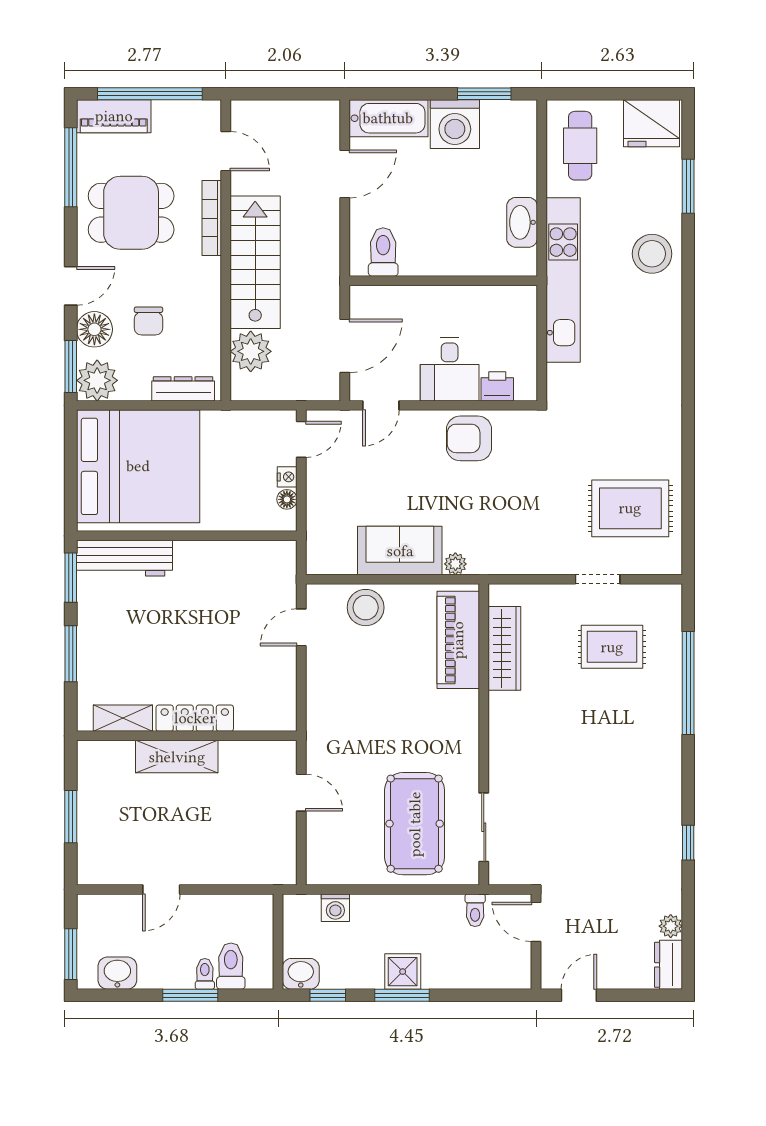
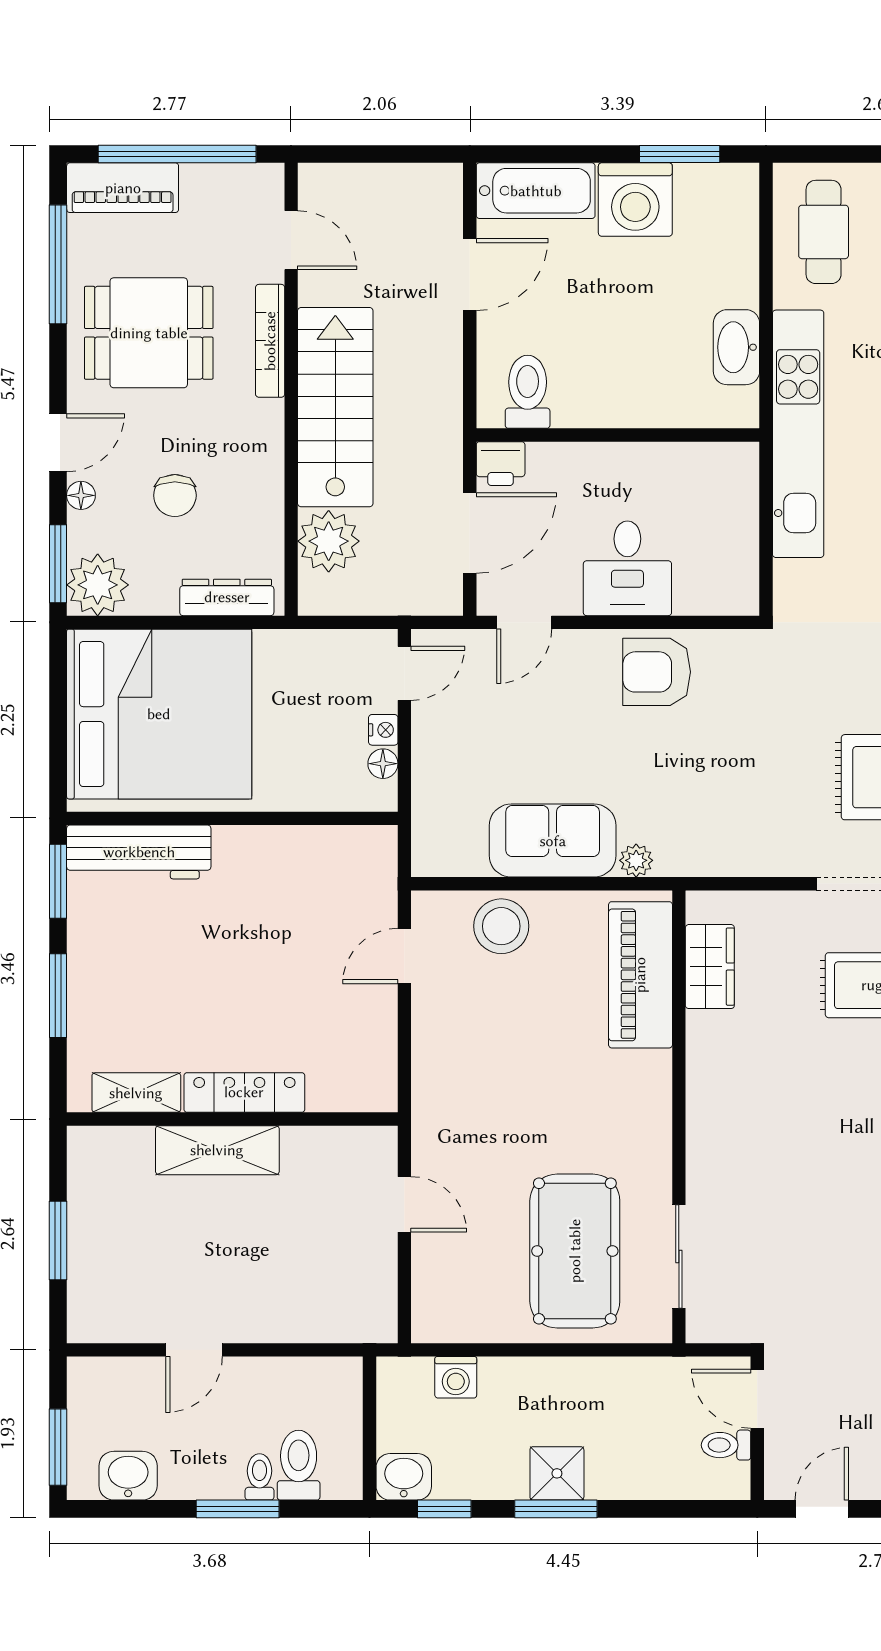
floor lamp: (94, 329) -> (81, 495), width x0.53, depth x0.53
printer: (497, 386) -> (501, 464), moved, turned 180
wardrobe: (504, 648) -> (710, 967), width x0.67
toilet: (475, 910) -> (726, 1445), moved, turned 90

